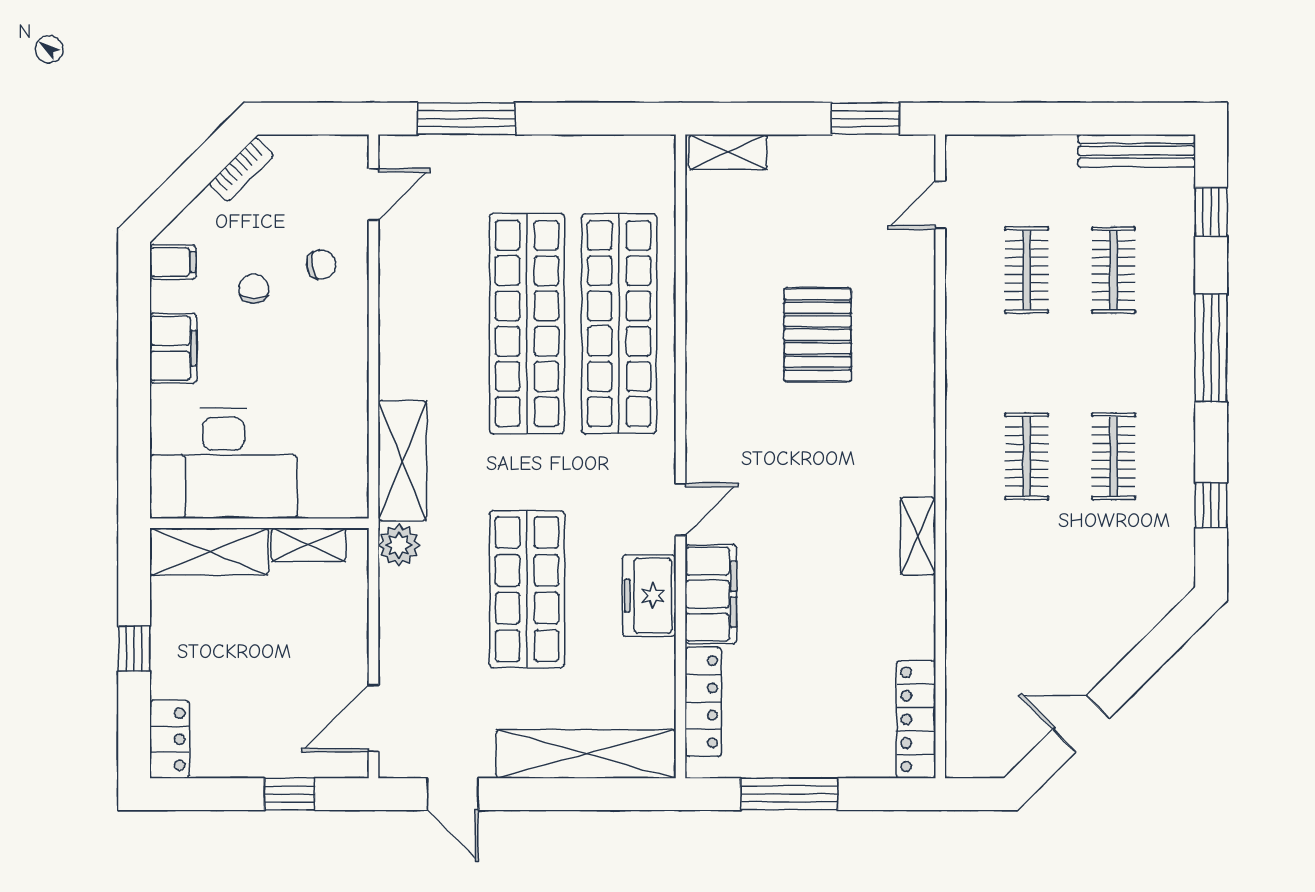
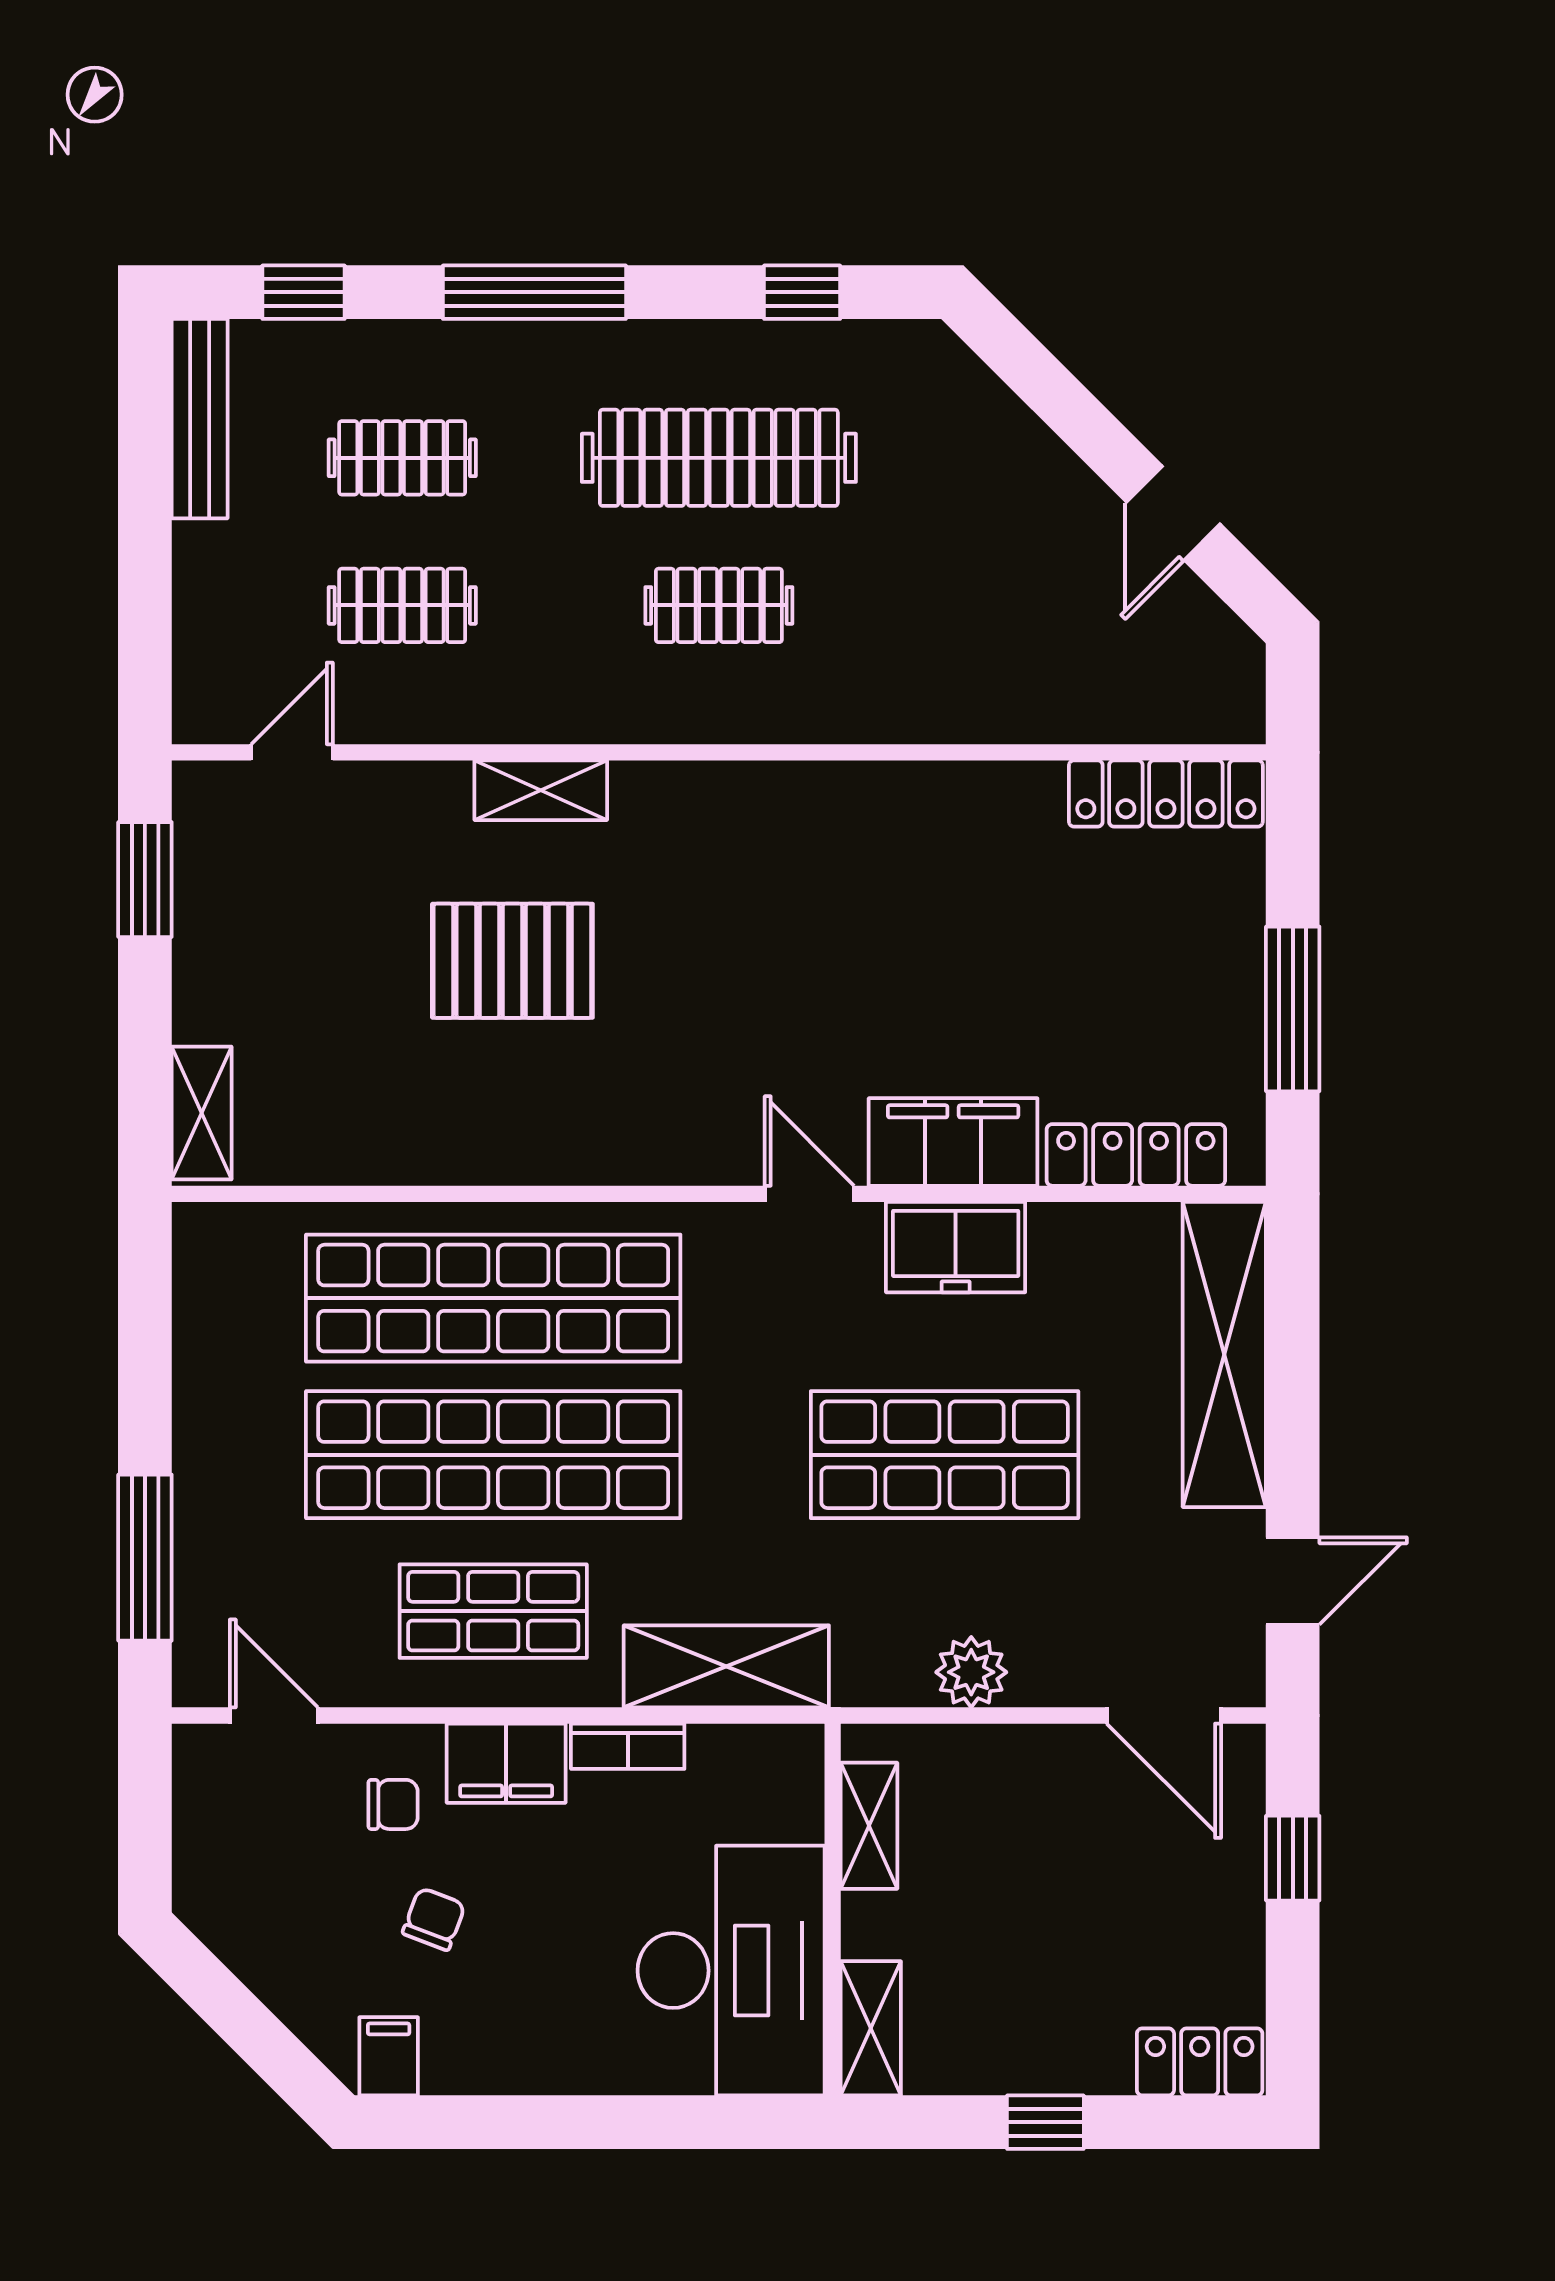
bookcase: (241, 169) -> (628, 1746), moved, turned 135
door: (940, 205) -> (292, 752), swing flipped
chair: (321, 265) -> (393, 1804), turned 99
chair: (254, 289) -> (434, 1919), turned 109
shop shelf: (435, 324) -> (493, 1611), added
filing cabinet: (173, 348) -> (506, 1763), moved, turned 180
clothes rail: (1114, 456) -> (719, 458), width x1.86, depth x1.31
shelving: (918, 536) -> (541, 790), moved
plant: (399, 545) -> (971, 1672), moved
shelving: (209, 552) -> (871, 2028), width x0.67, depth x0.75

